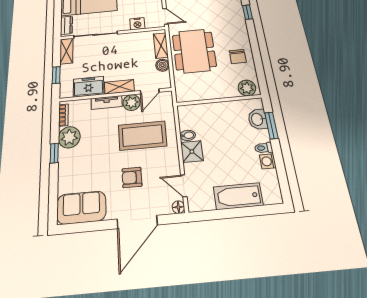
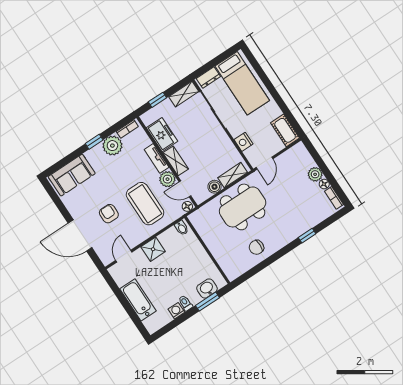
plant: (247, 88) -> (230, 268), removed
bidet: (188, 135) -> (182, 228), moved
floor lamp: (178, 207) -> (187, 206), moved
sofa: (81, 208) -> (72, 175), moved, turned 90

